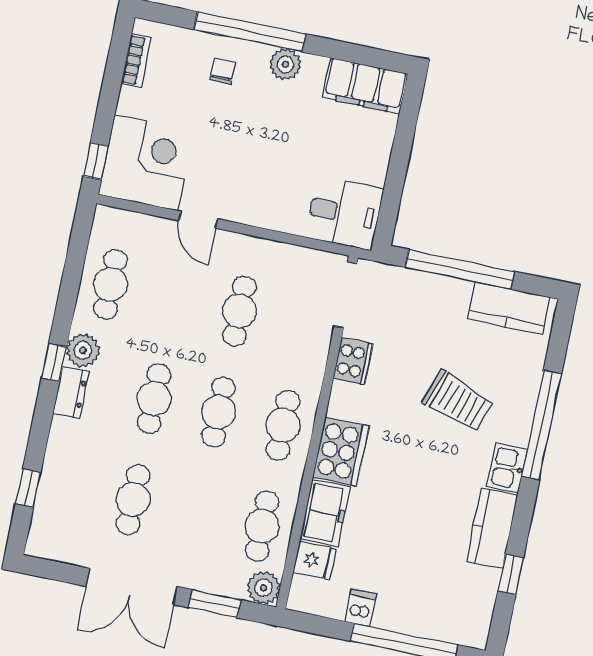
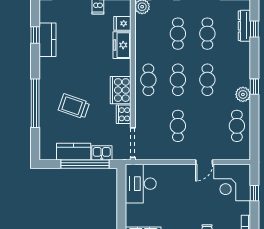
window: (96, 161) -> (254, 193), moved
desk: (344, 213) -> (141, 184), width x1.37
door: (198, 220) -> (204, 162), swing flipped
kitchen counter: (509, 308) -> (74, 152), moved
dresser: (71, 392) -> (244, 26), moved, width x1.44
cooker: (341, 452) -> (121, 90), moved
kitchen sink: (507, 468) -> (102, 153), moved, turned -90
cafe table: (262, 526) -> (178, 34), moved
kitchen counter: (492, 528) -> (47, 40), moved

